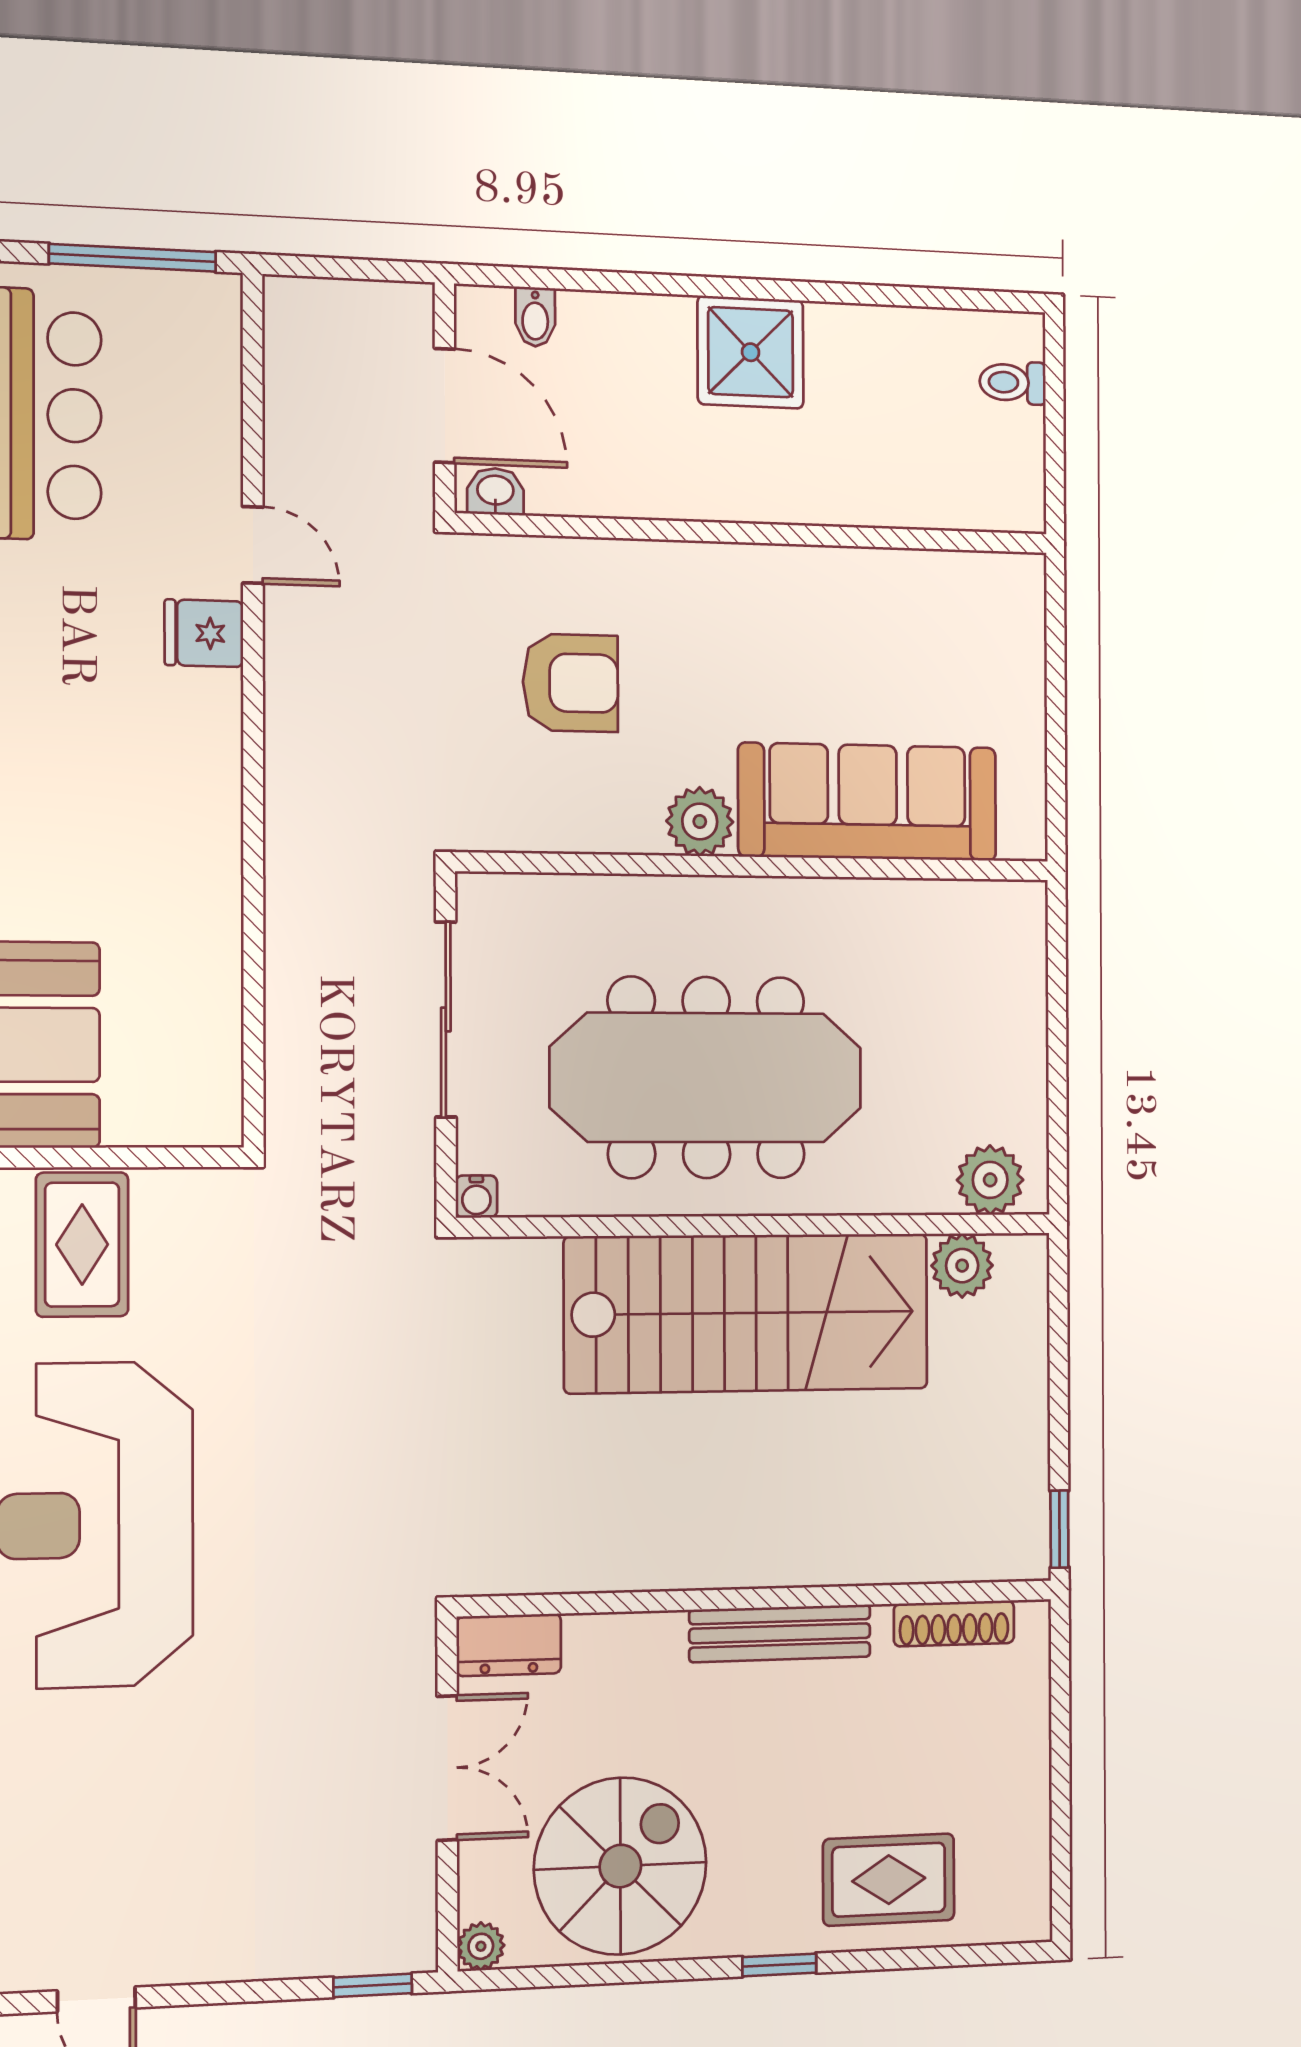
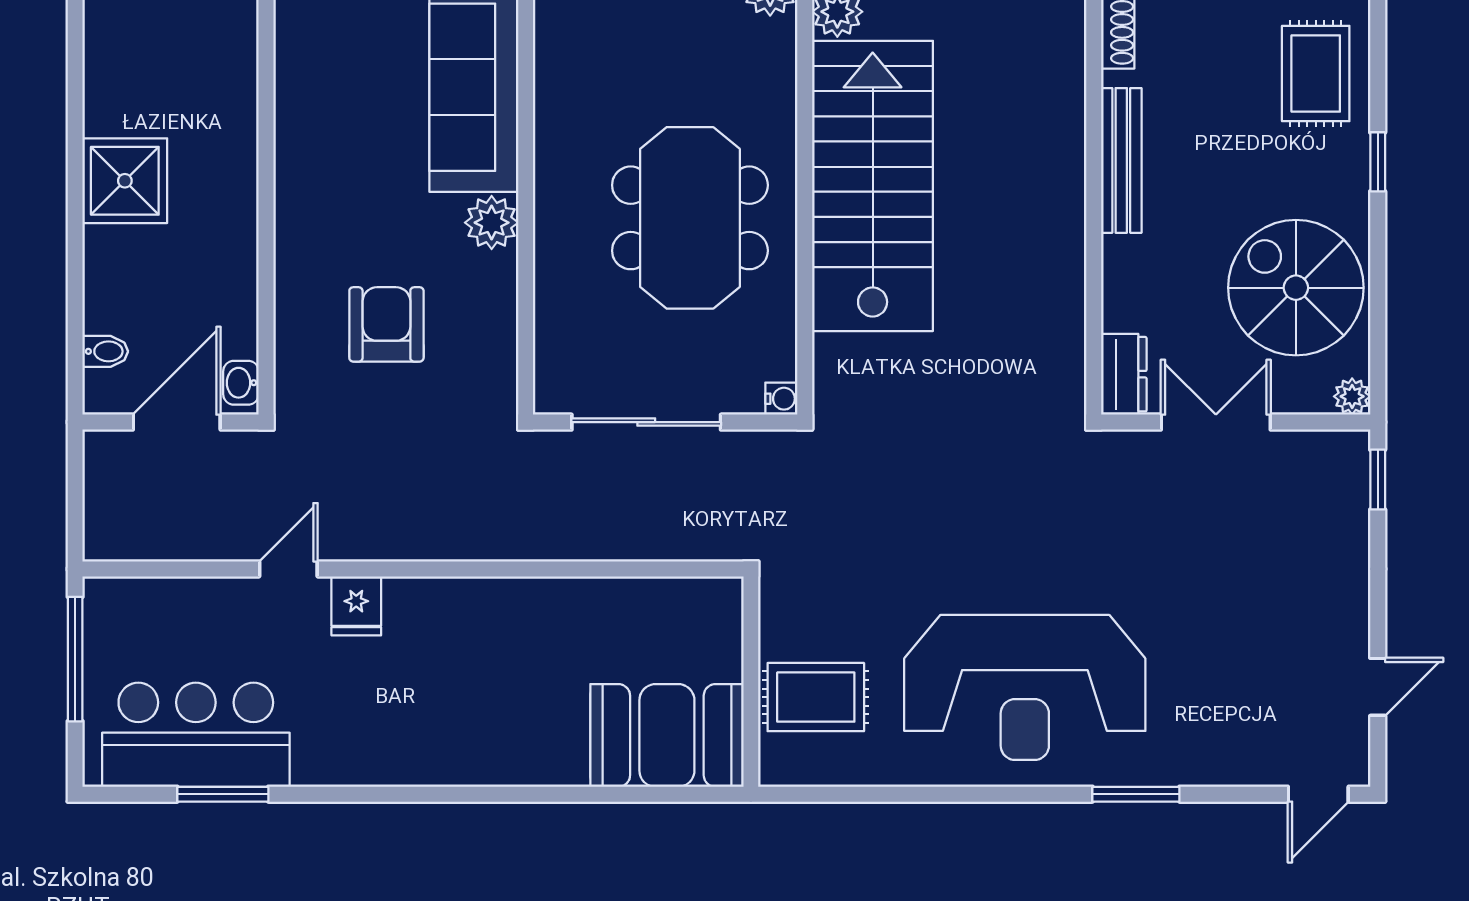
meeting table: (706, 1078) -> (690, 218), width x0.73

